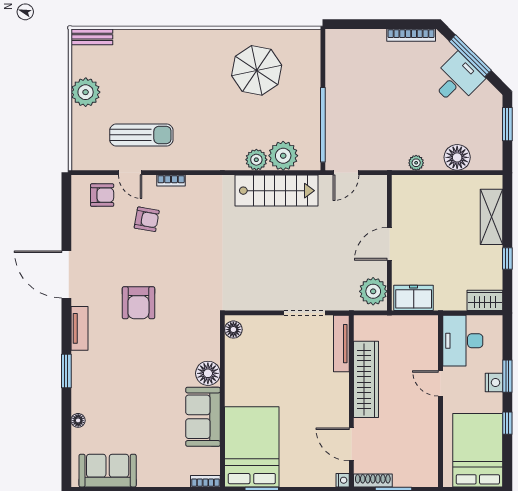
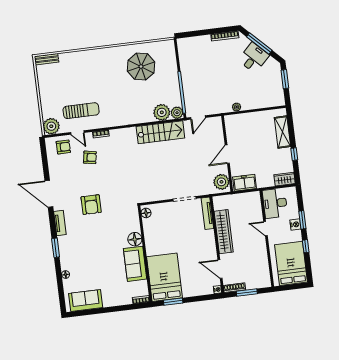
plant: (86, 92) -> (51, 126), moved
floor lamp: (457, 157) -> (259, 101), removed
plant: (256, 160) -> (177, 113), moved

